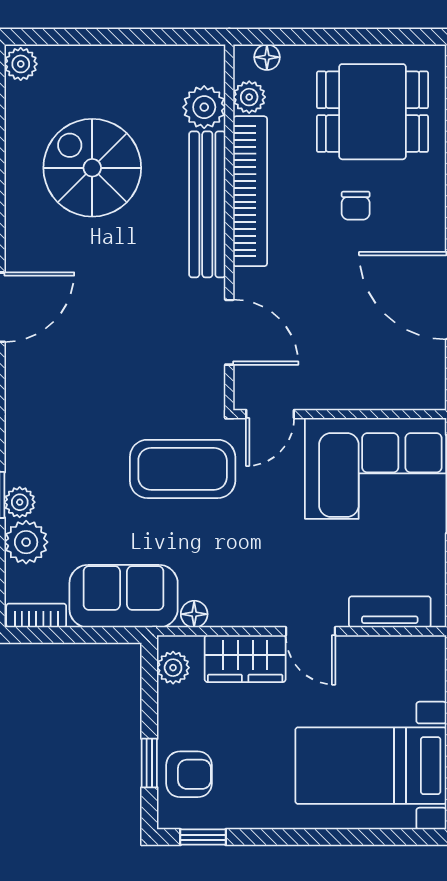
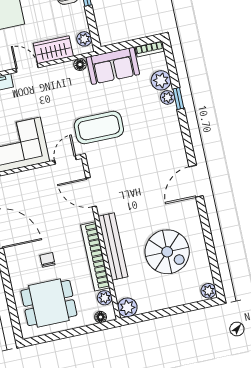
plant: (204, 107) -> (127, 307), moved

